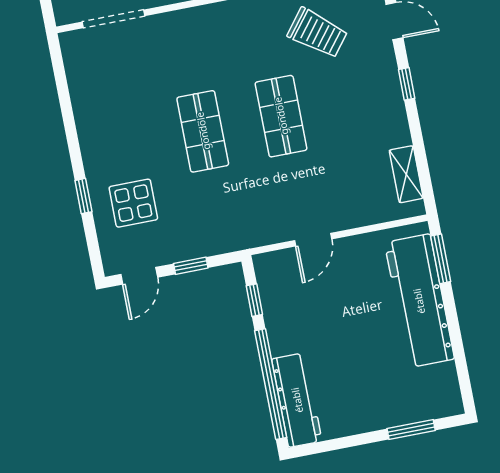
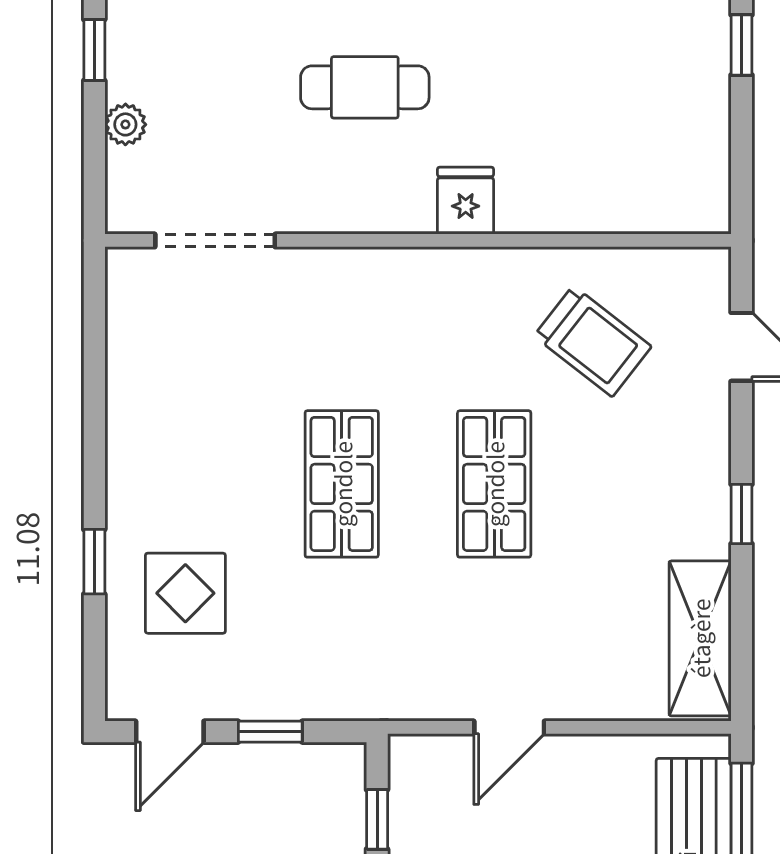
window: (407, 84) -> (742, 514), moved
shelving: (406, 174) -> (700, 638), width x1.50, depth x1.33

